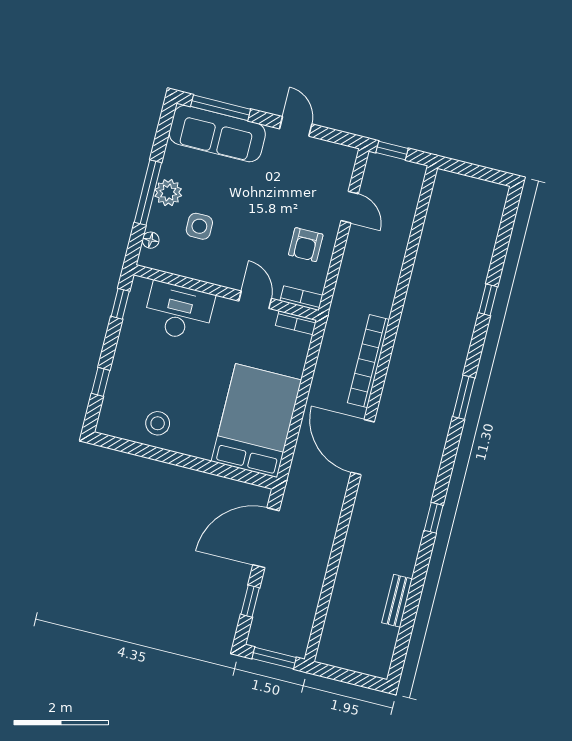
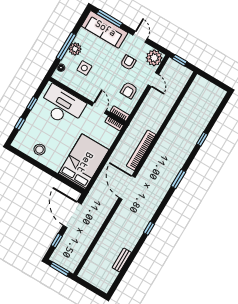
plant: (338, 161) -> (154, 58), added
armchair: (287, 188) -> (128, 63), added
window: (120, 304) -> (32, 103), moved
desk: (179, 312) -> (62, 106), width x1.36, depth x1.30
door: (266, 538) -> (72, 215), hinge flipped

